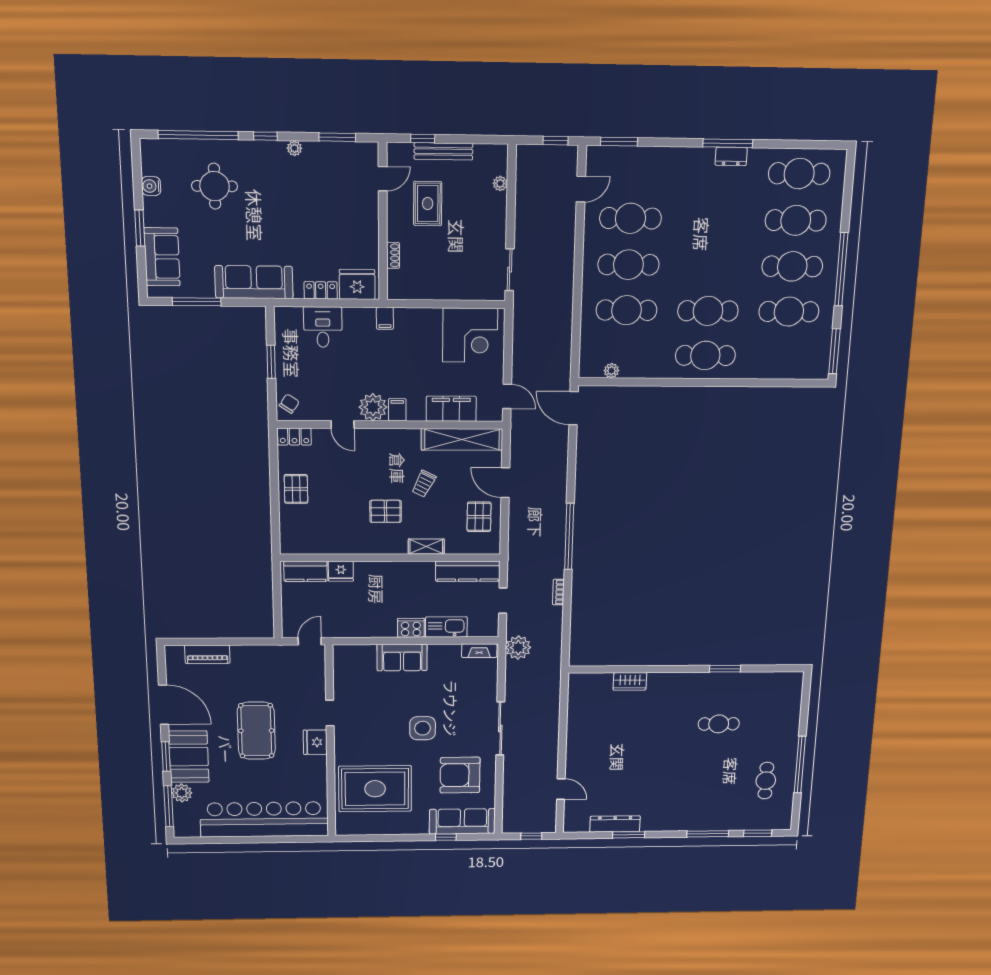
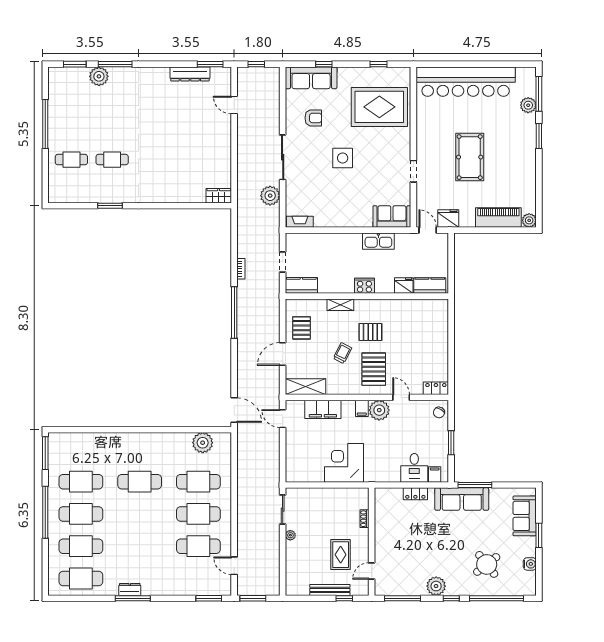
window: (337, 137) -> (402, 598), width x1.44
window: (555, 141) -> (253, 598), width x1.50
plant: (294, 148) -> (436, 586), width x1.88, depth x1.88
plant: (500, 183) -> (290, 535), moved
round table: (215, 186) -> (487, 564), turned -38
door: (581, 189) -> (234, 566), hinge flipped
fridge: (357, 284) -> (390, 498), removed
window: (197, 302) -> (475, 485), moved
filing cabinet: (385, 318) -> (435, 474), moved
corner desk: (470, 335) -> (344, 463), moved
cafe table: (705, 355) -> (140, 449), removed
plant: (611, 371) -> (203, 443), width x1.87, depth x1.87
shelving: (462, 439) -> (305, 387), width x0.68
door: (505, 483) -> (283, 354), swing flipped
pallet: (296, 489) -> (374, 369), moved, width x1.50, depth x1.42
kitchen counter: (468, 571) -> (301, 285), width x0.67
kitchen sink: (446, 627) -> (378, 241), moved
cooker: (411, 628) -> (364, 286), moved, turned 180
door: (310, 641) -> (428, 230), swing flipped
plant: (518, 648) -> (270, 196), moved
plant: (174, 654) -> (529, 220), added
piano: (207, 654) -> (498, 218), width x1.37, depth x1.33
sofa: (402, 658) -> (392, 216), moved
wardrobe: (630, 681) -> (219, 196), moved
door: (163, 705) -> (539, 179), removed
fridge: (315, 742) -> (448, 218), moved, turned -90
booth: (189, 757) -> (522, 136), removed
armchair: (460, 775) -> (313, 118), width x0.53, depth x0.53
cafe table: (766, 781) -> (71, 160), moved, turned 90
plant: (729, 820) -> (99, 76), added
window: (629, 835) -> (210, 64), moved
window: (376, 838) -> (379, 64), added

